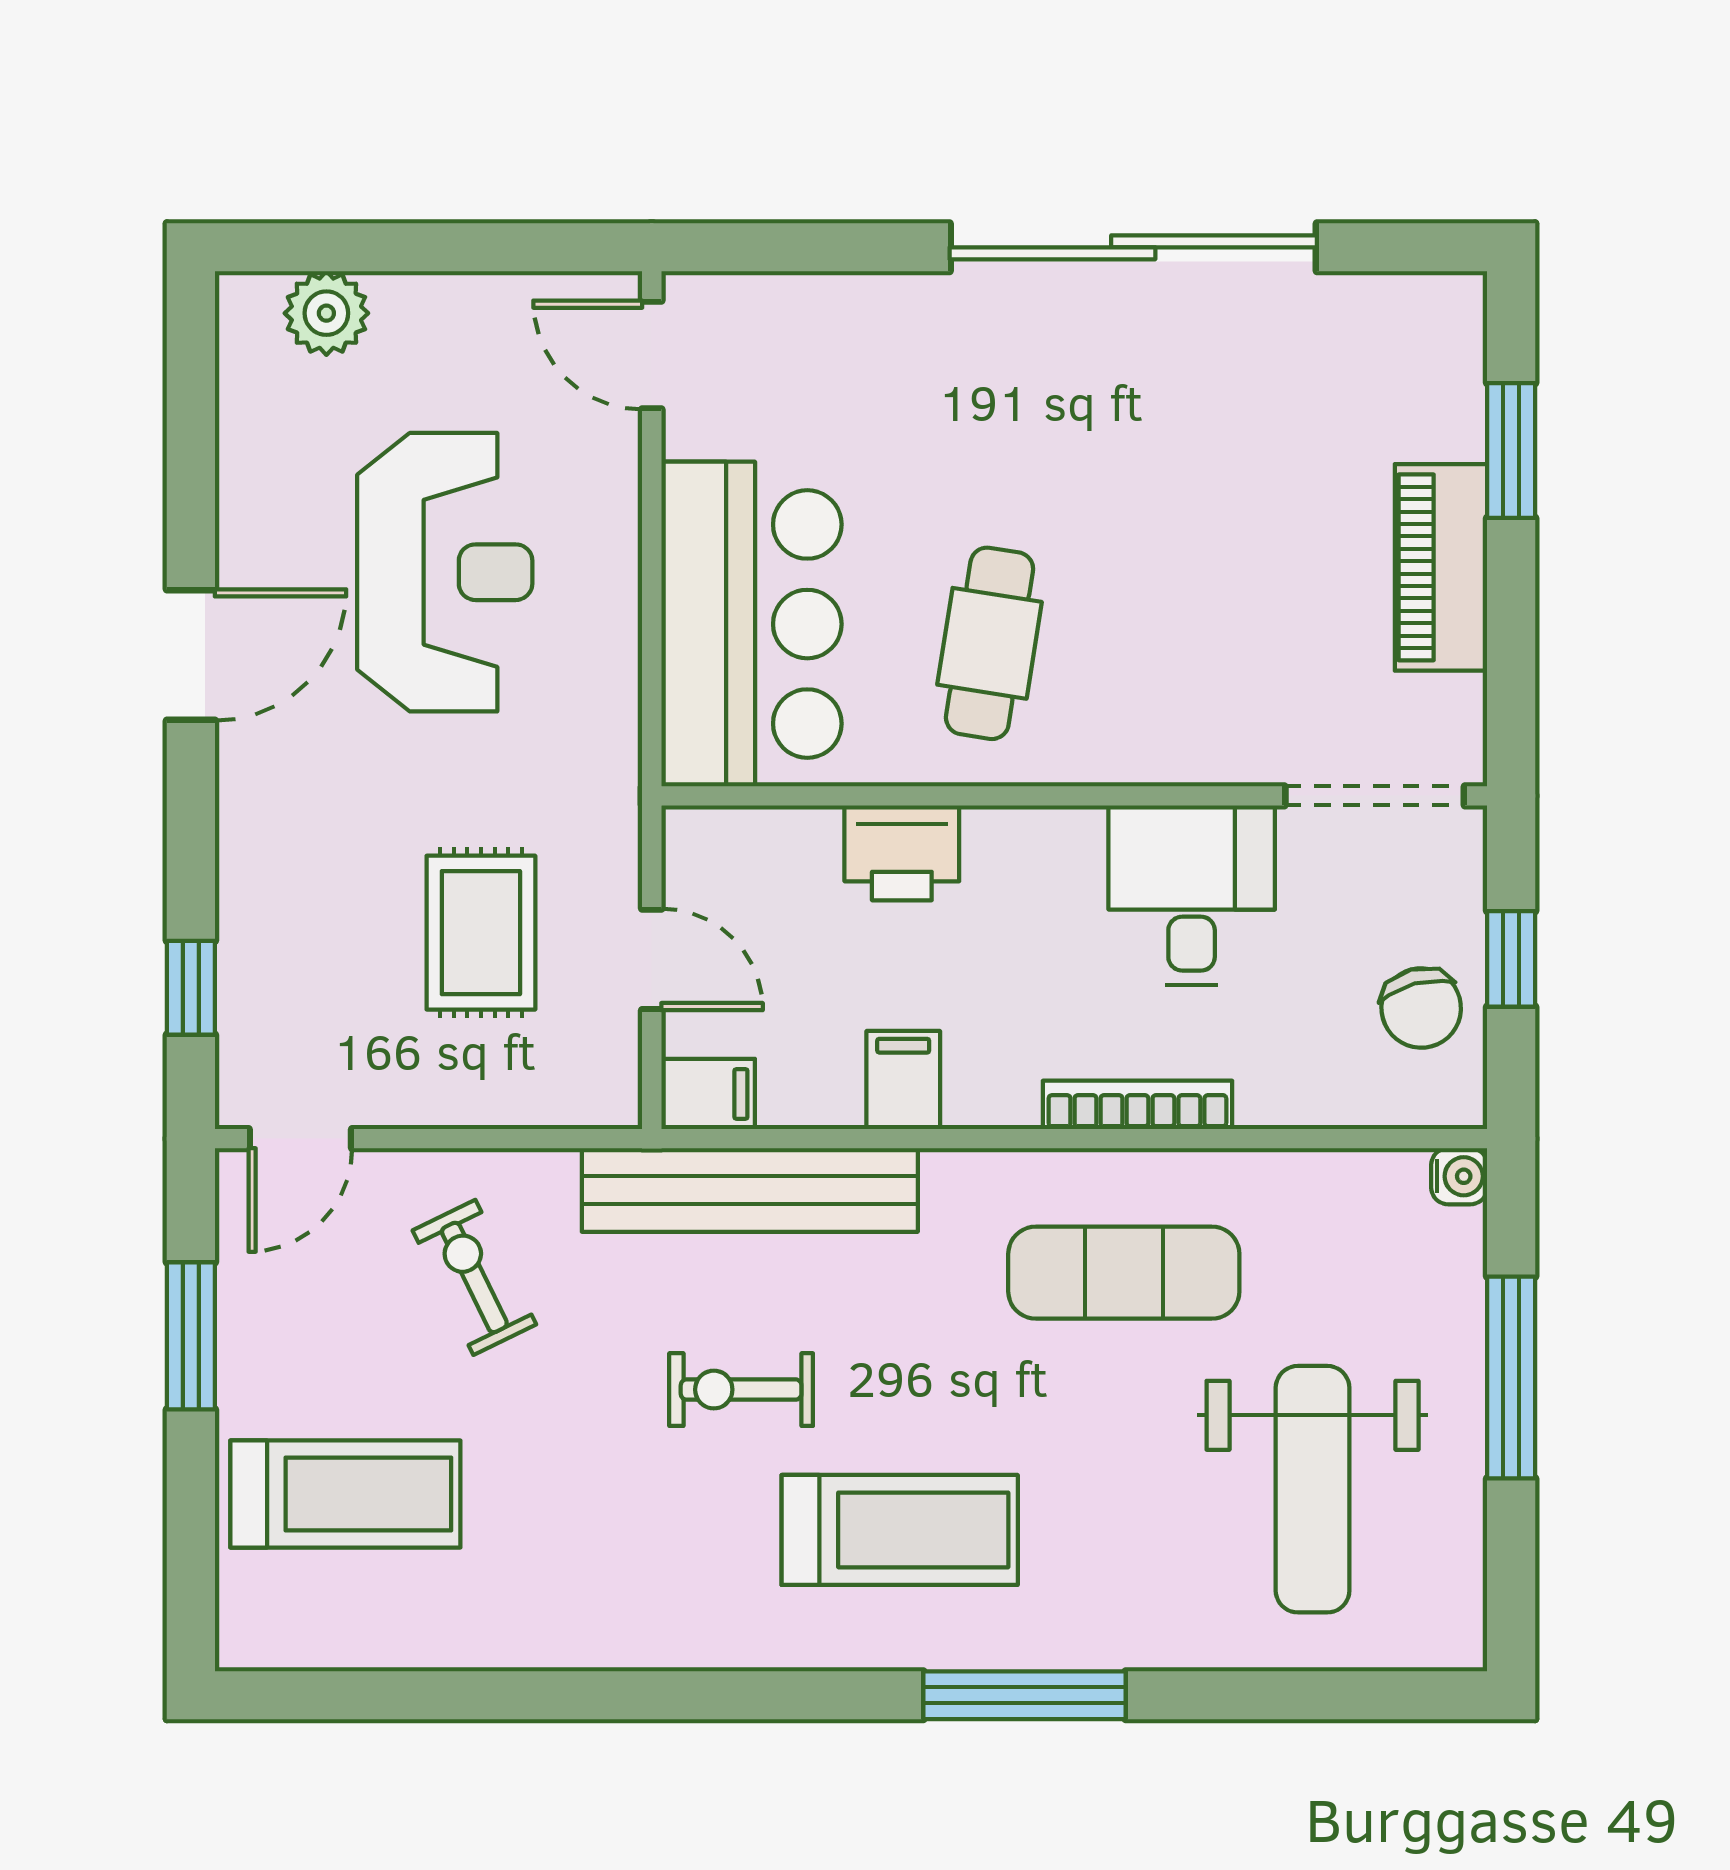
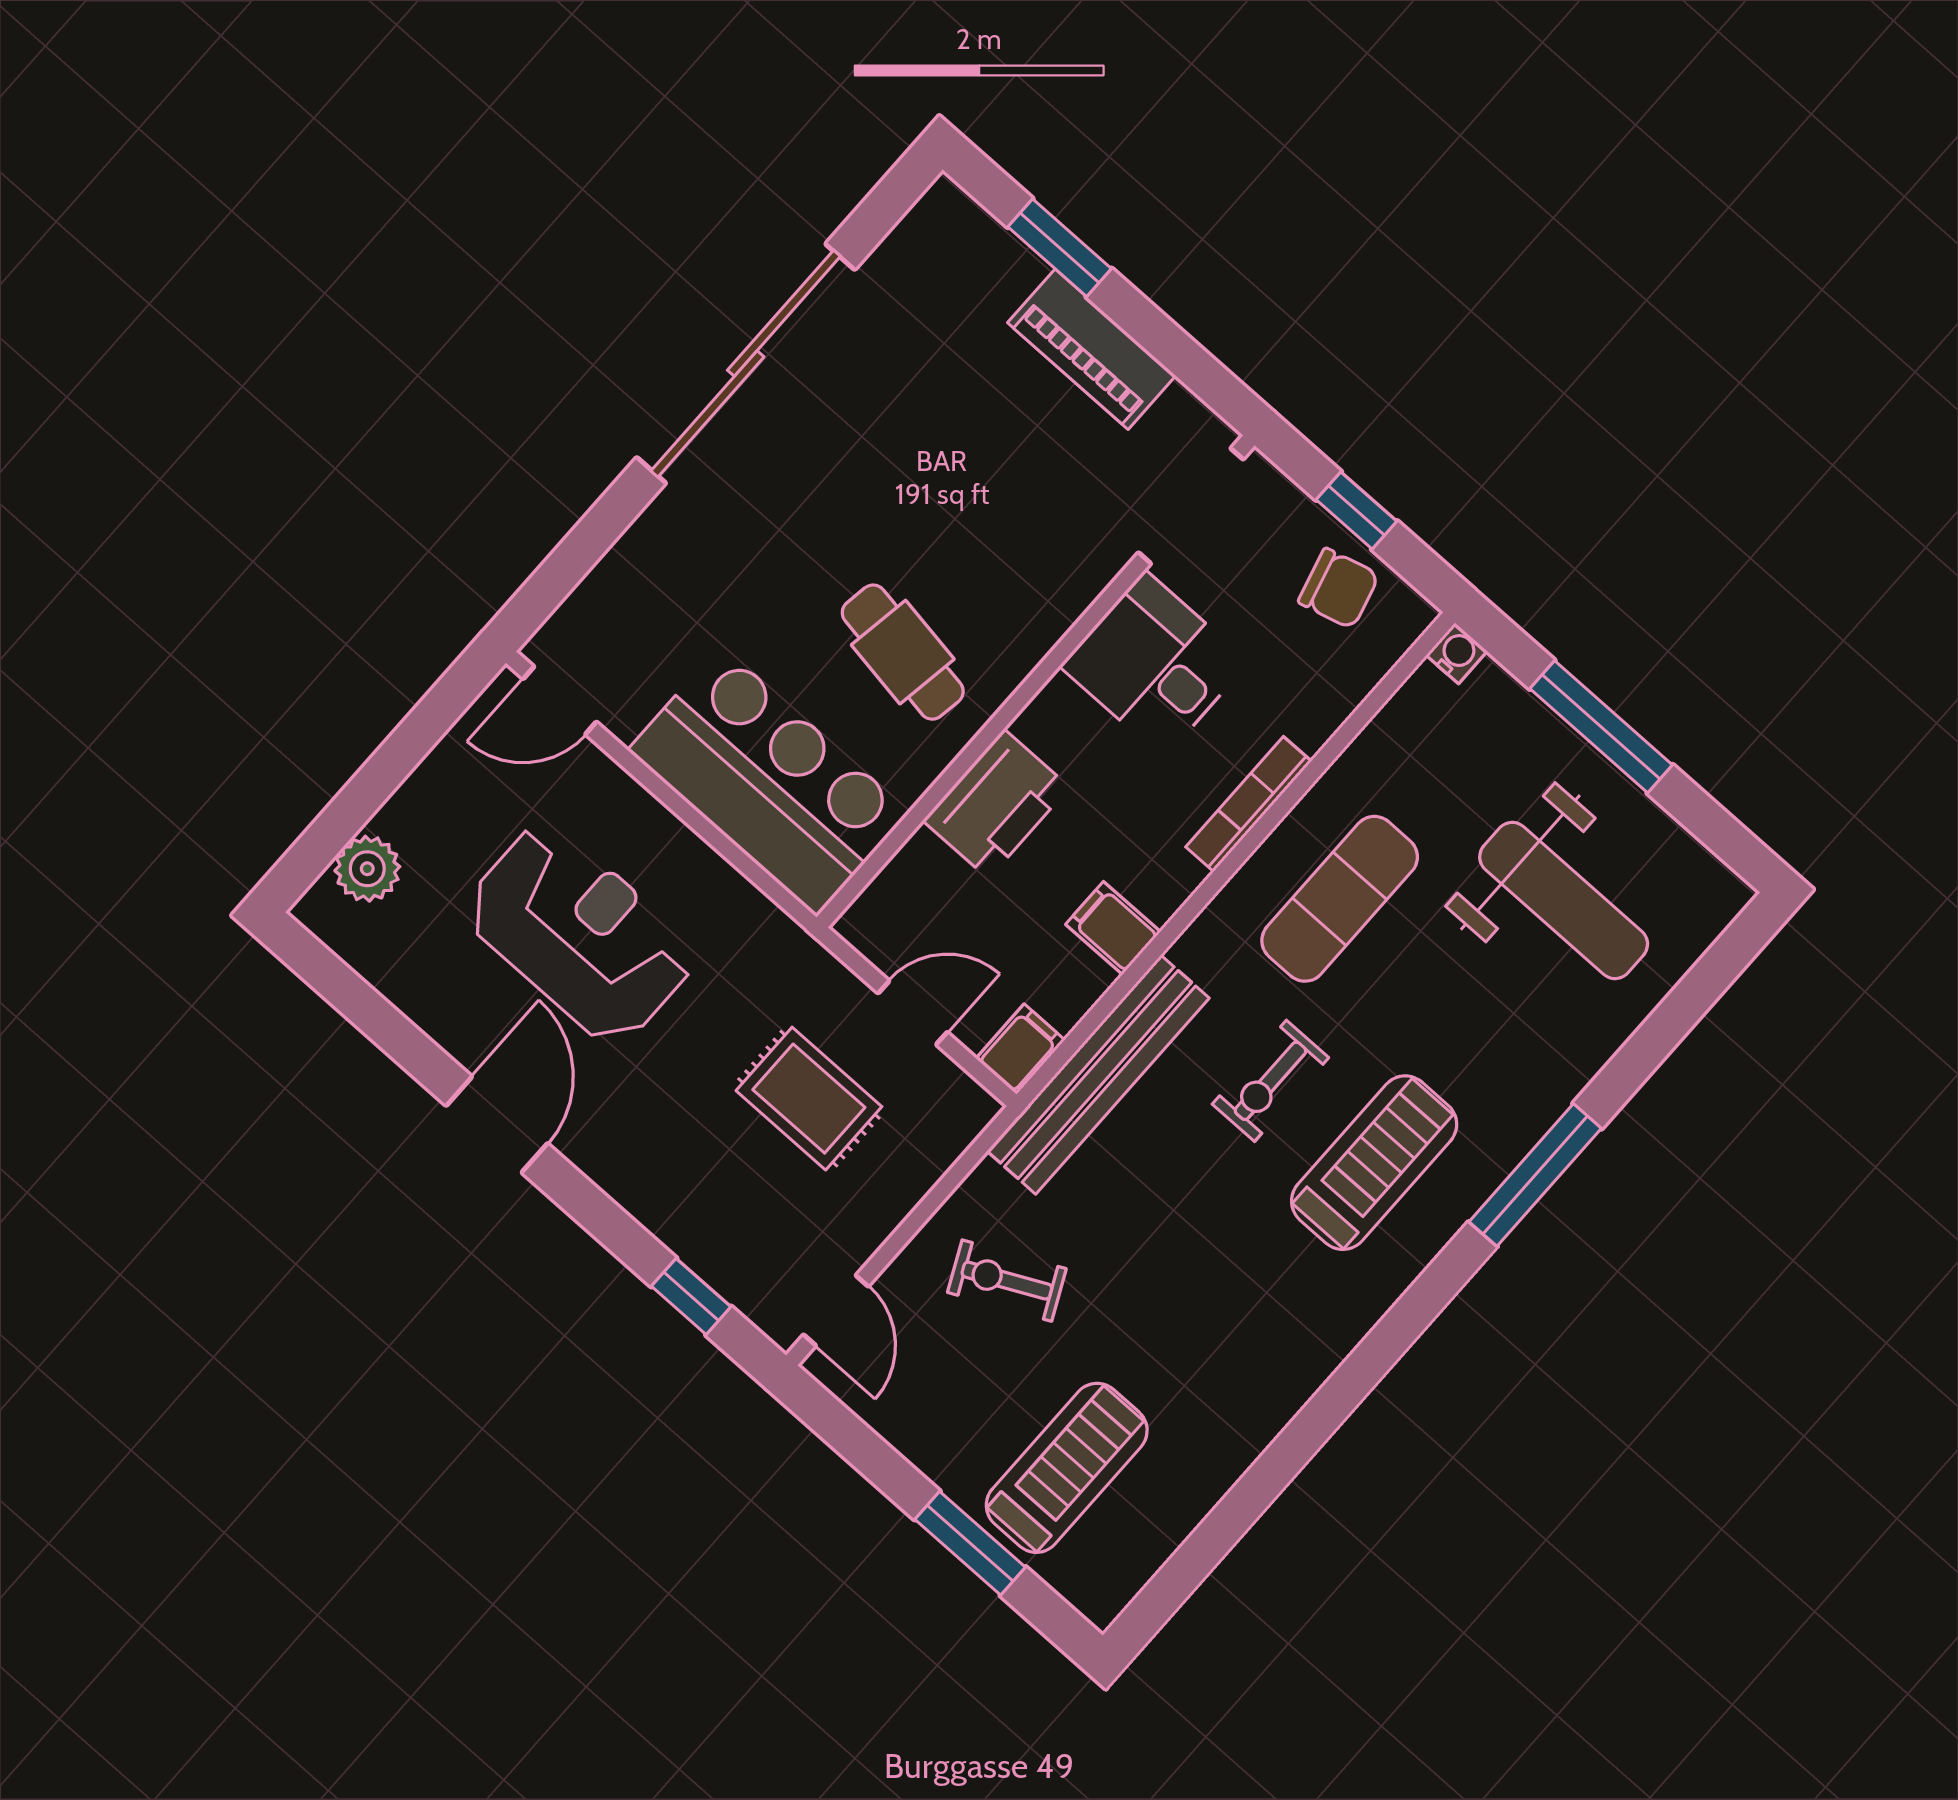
printer: (902, 853) -> (996, 804), width x1.37, depth x1.19
window: (191, 1336) -> (970, 1543), moved
exercise bike: (741, 1390) -> (1270, 1081), moved

